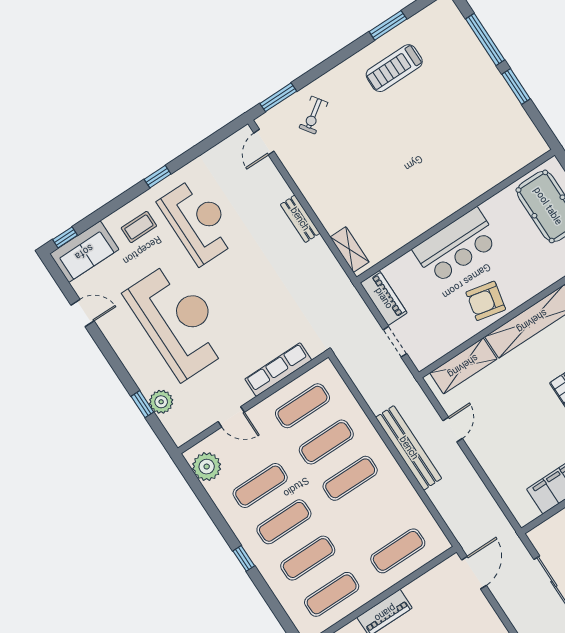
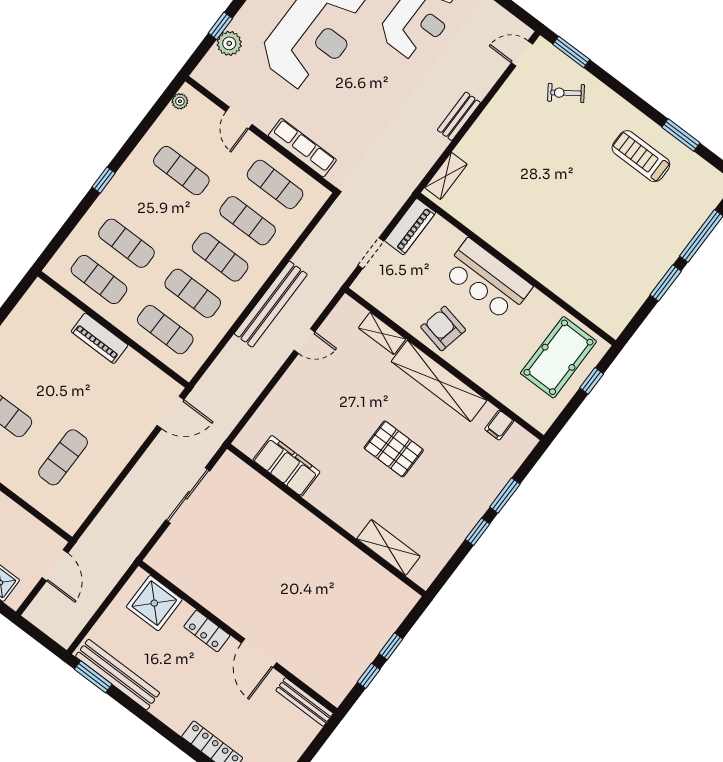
shelving: (463, 366) -> (382, 333), width x0.67, depth x0.75
plant: (207, 467) -> (180, 101), width x0.53, depth x0.53
exercise mat: (284, 522) -> (193, 293), moved

